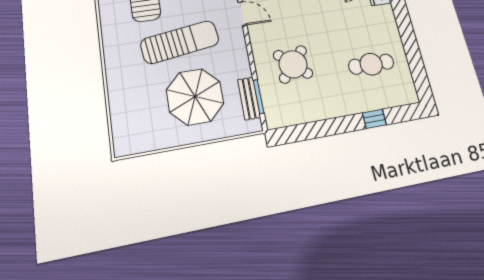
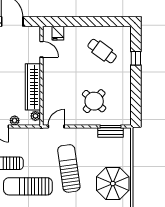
cafe table: (371, 64) -> (102, 51), turned -54
parasol: (195, 97) -> (113, 184), moved

